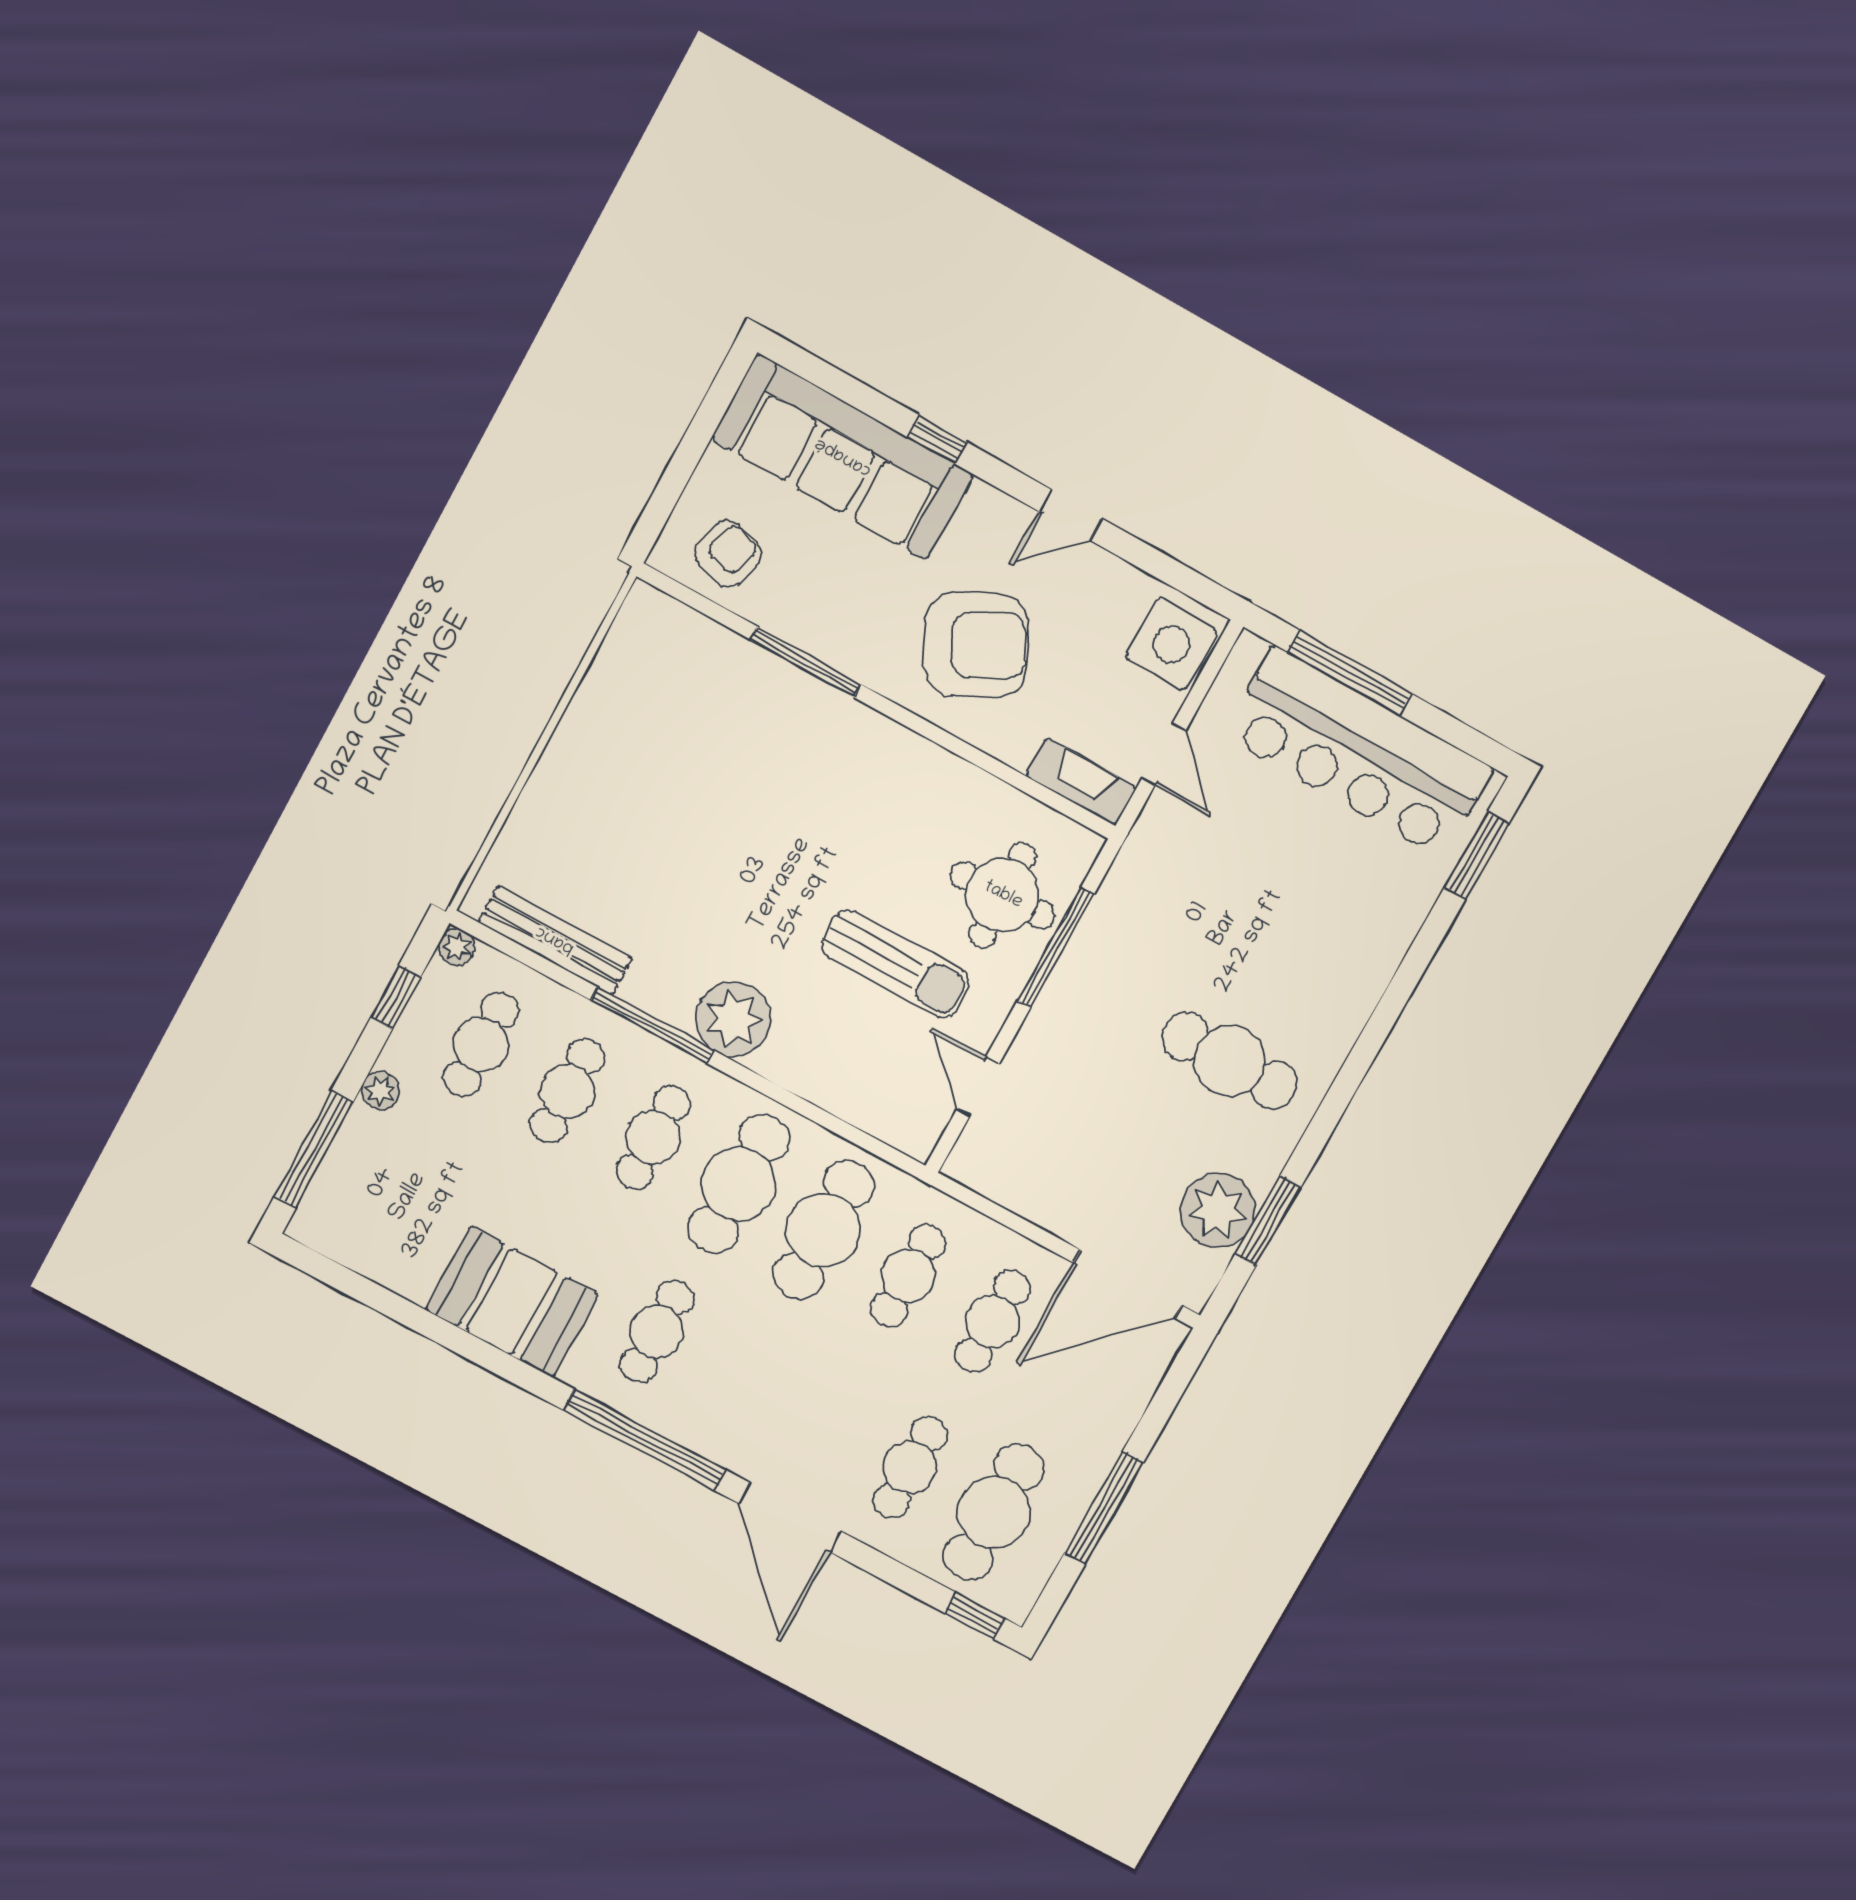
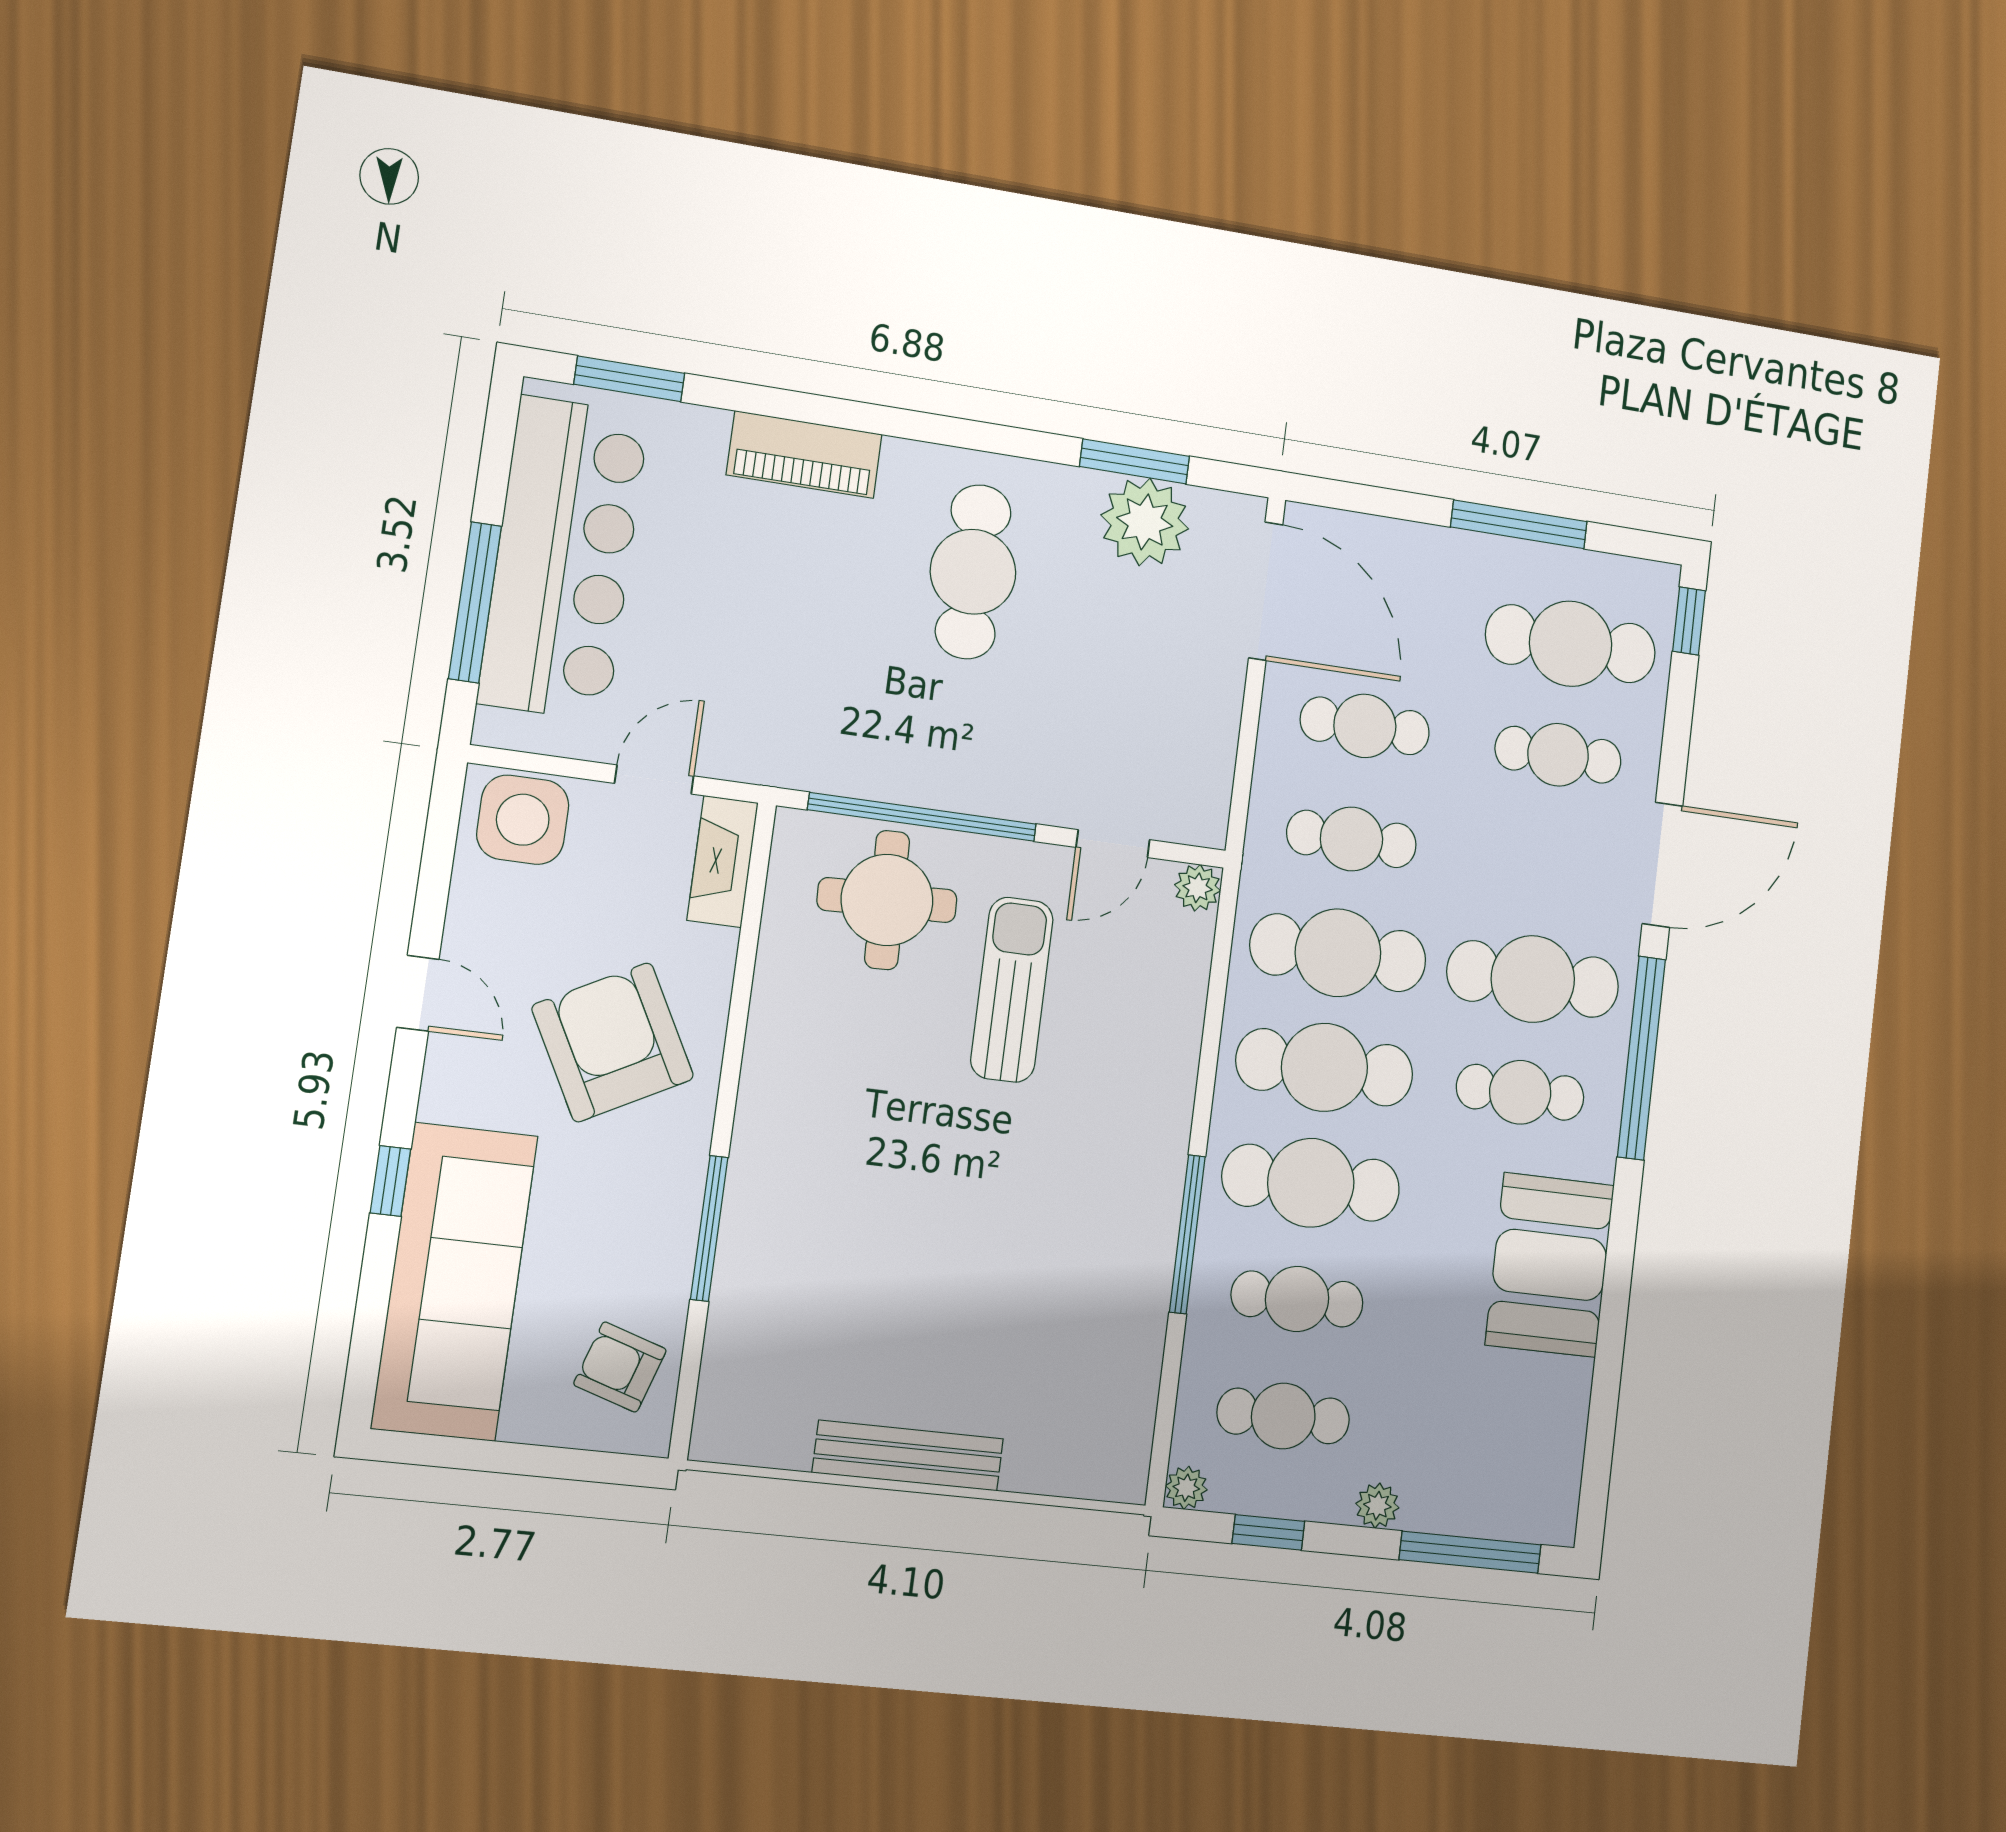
bench: (555, 940) -> (908, 1456), moved, turned 90
window: (1056, 947) -> (922, 817), width x1.46
piano: (1369, 966) -> (804, 455), added
plant: (733, 1019) -> (1198, 888), moved, width x0.53, depth x0.53
cafe table: (653, 1138) -> (1311, 1183), width x1.37, depth x1.35
cafe table: (742, 1377) -> (1533, 979), added

